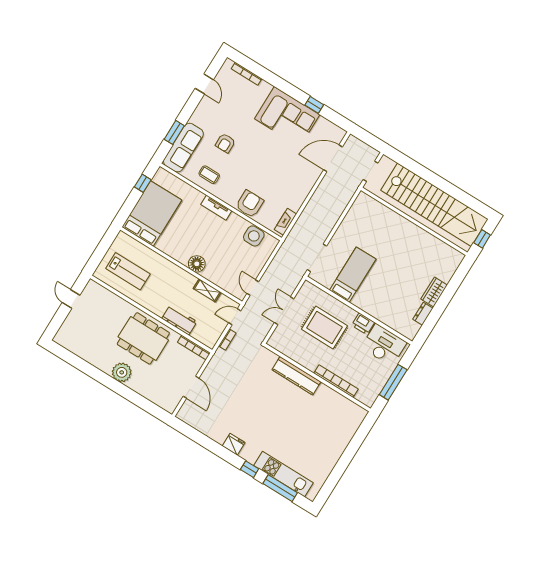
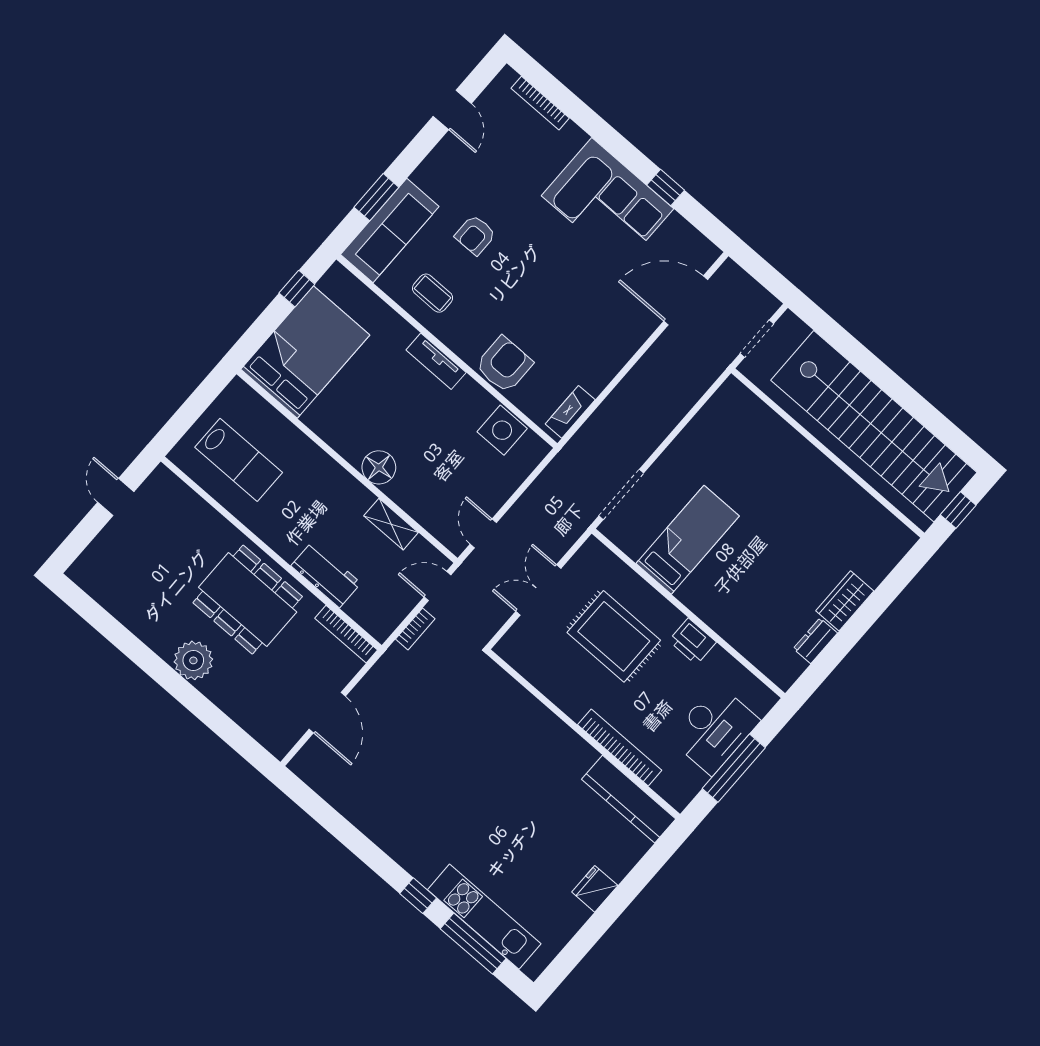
desk: (384, 345) -> (714, 729), moved, turned 90
kitchen counter: (296, 376) -> (629, 799), moved
fridge: (234, 444) -> (595, 889), moved, turned -90

